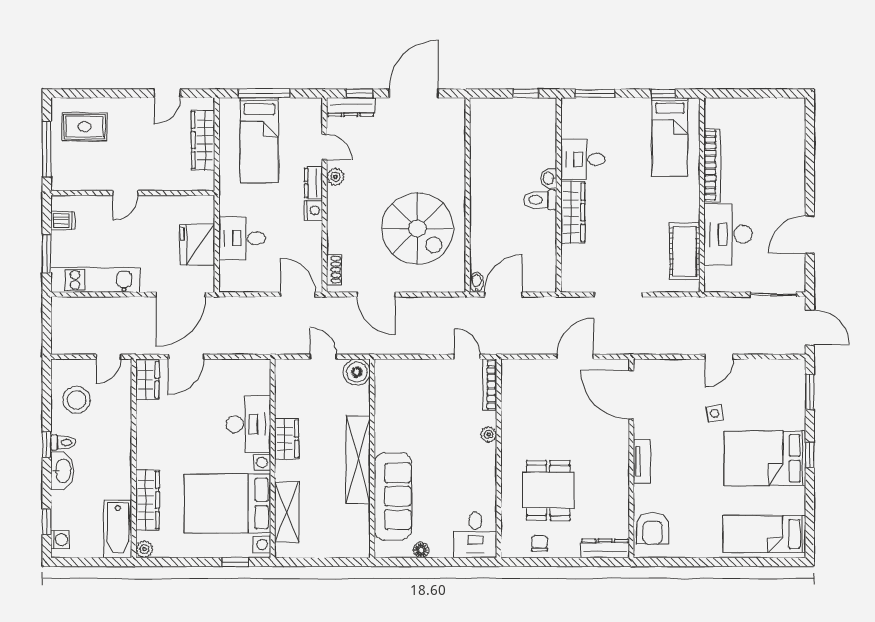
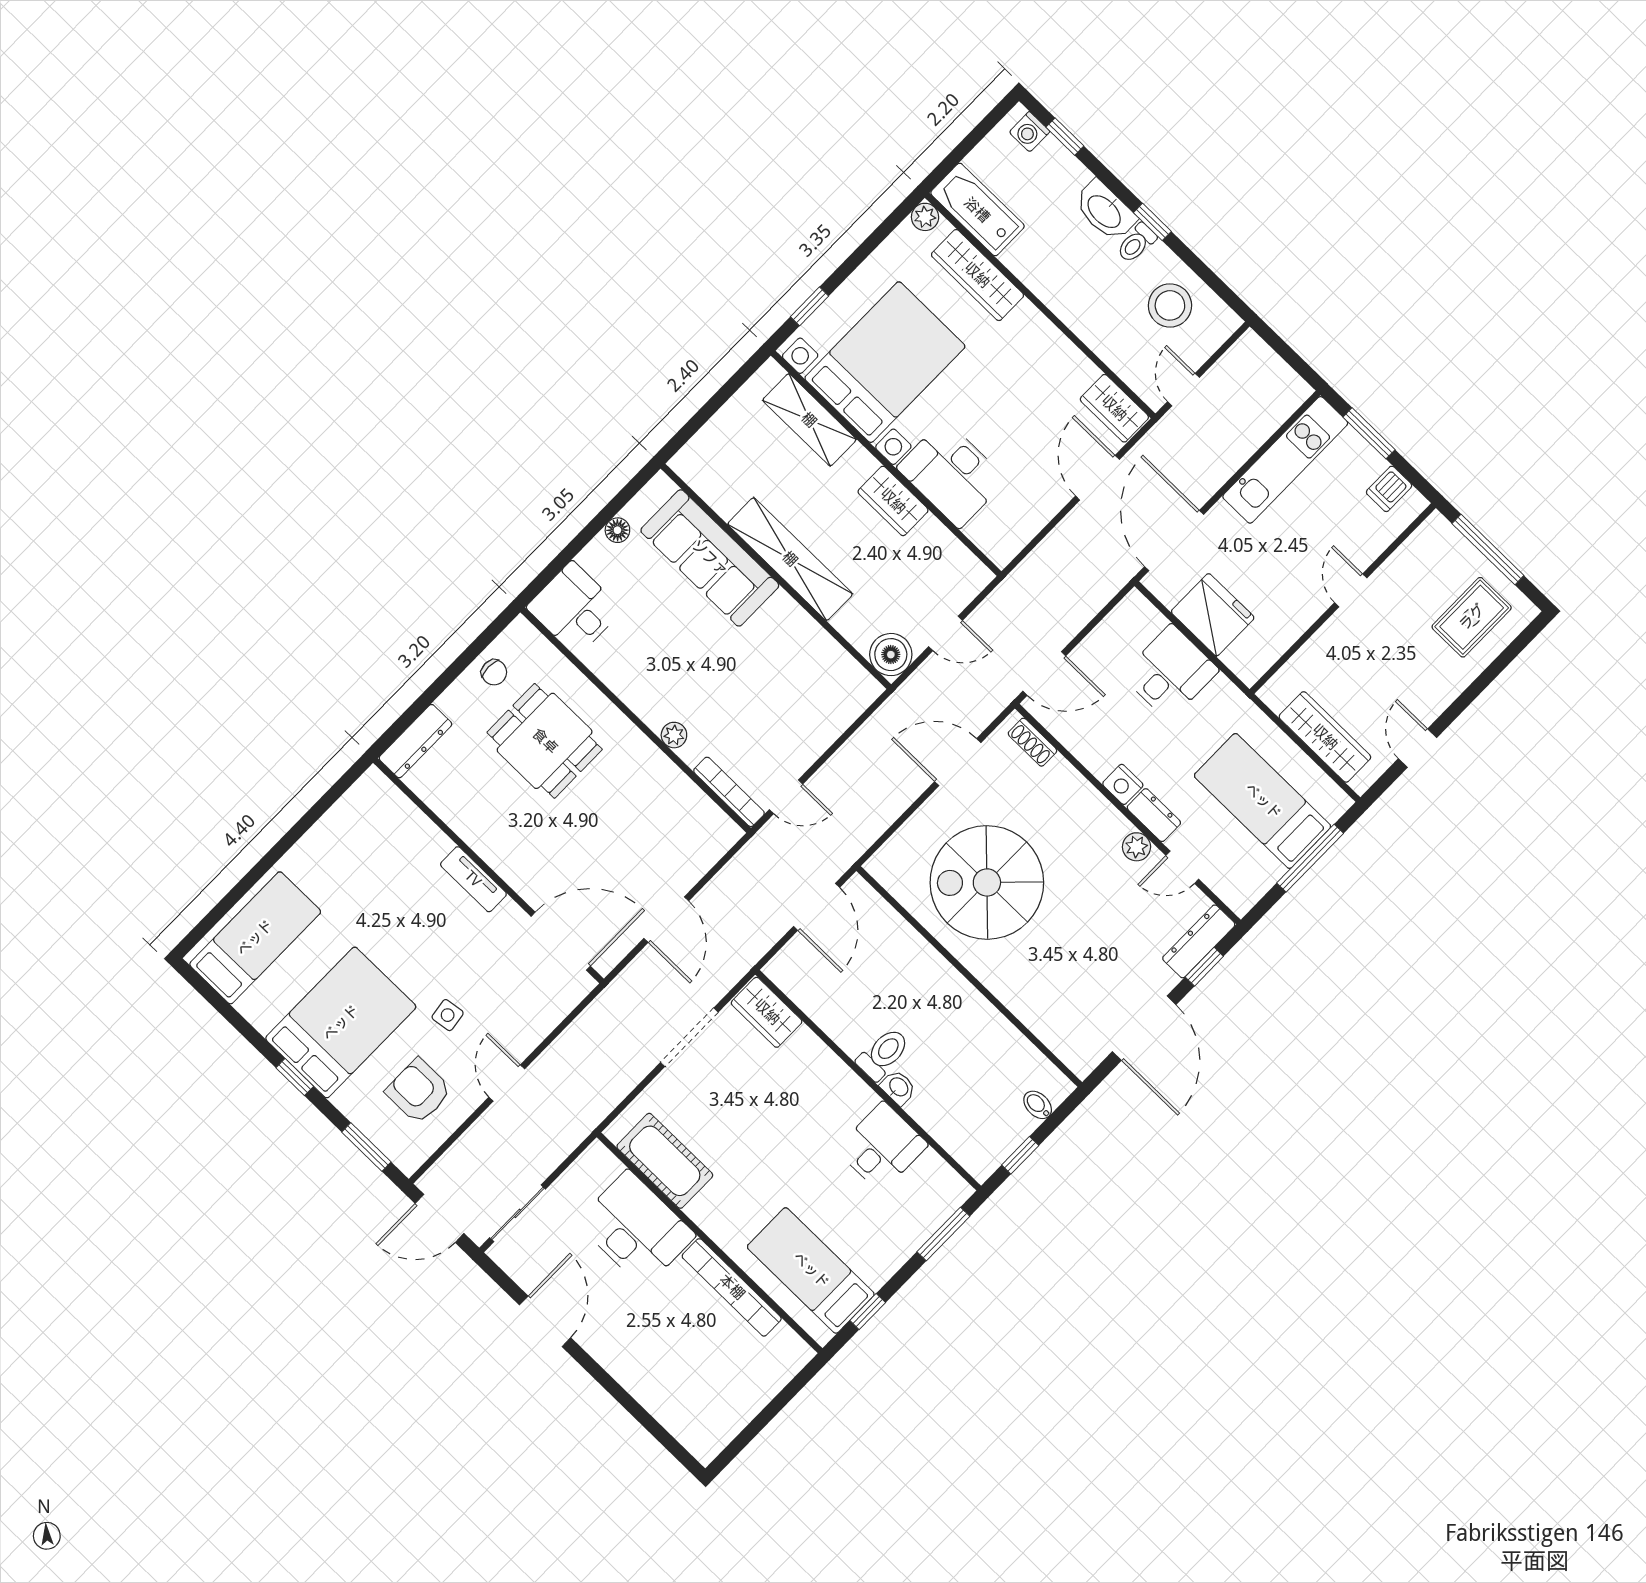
wardrobe: (573, 212) -> (767, 1012), moved, width x0.67
bidet: (477, 282) -> (1038, 1105), moved, turned 180
armchair: (653, 528) -> (419, 1091), moved

